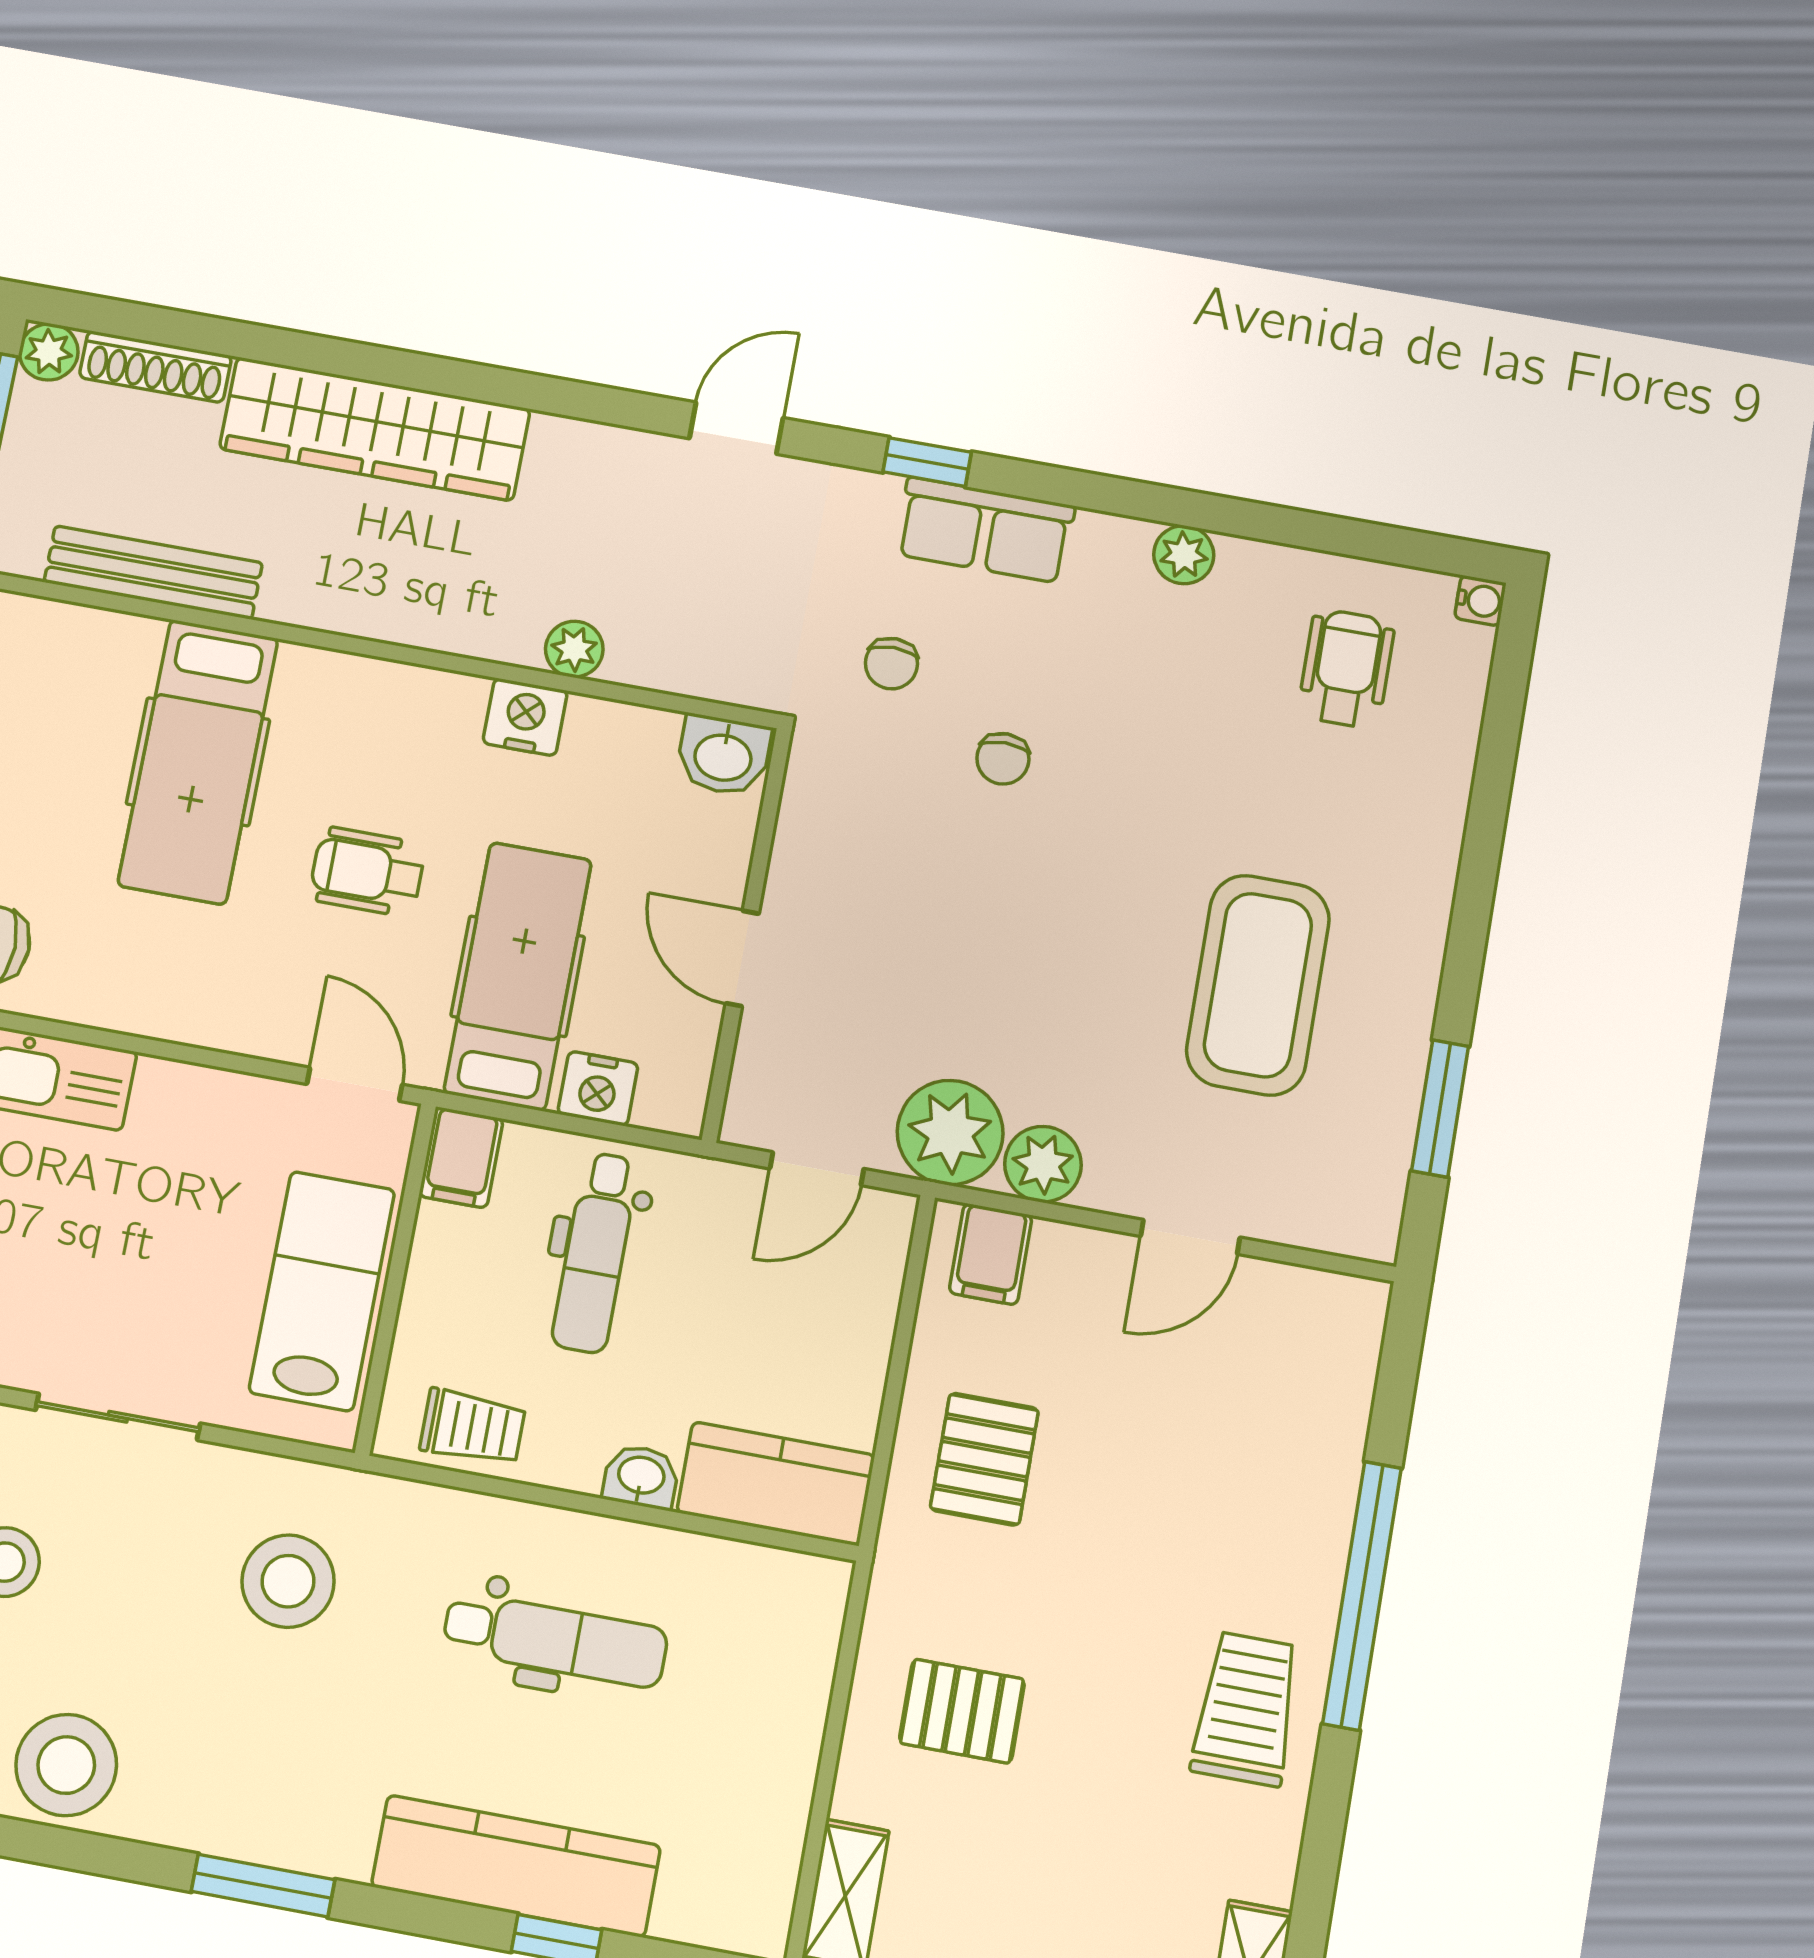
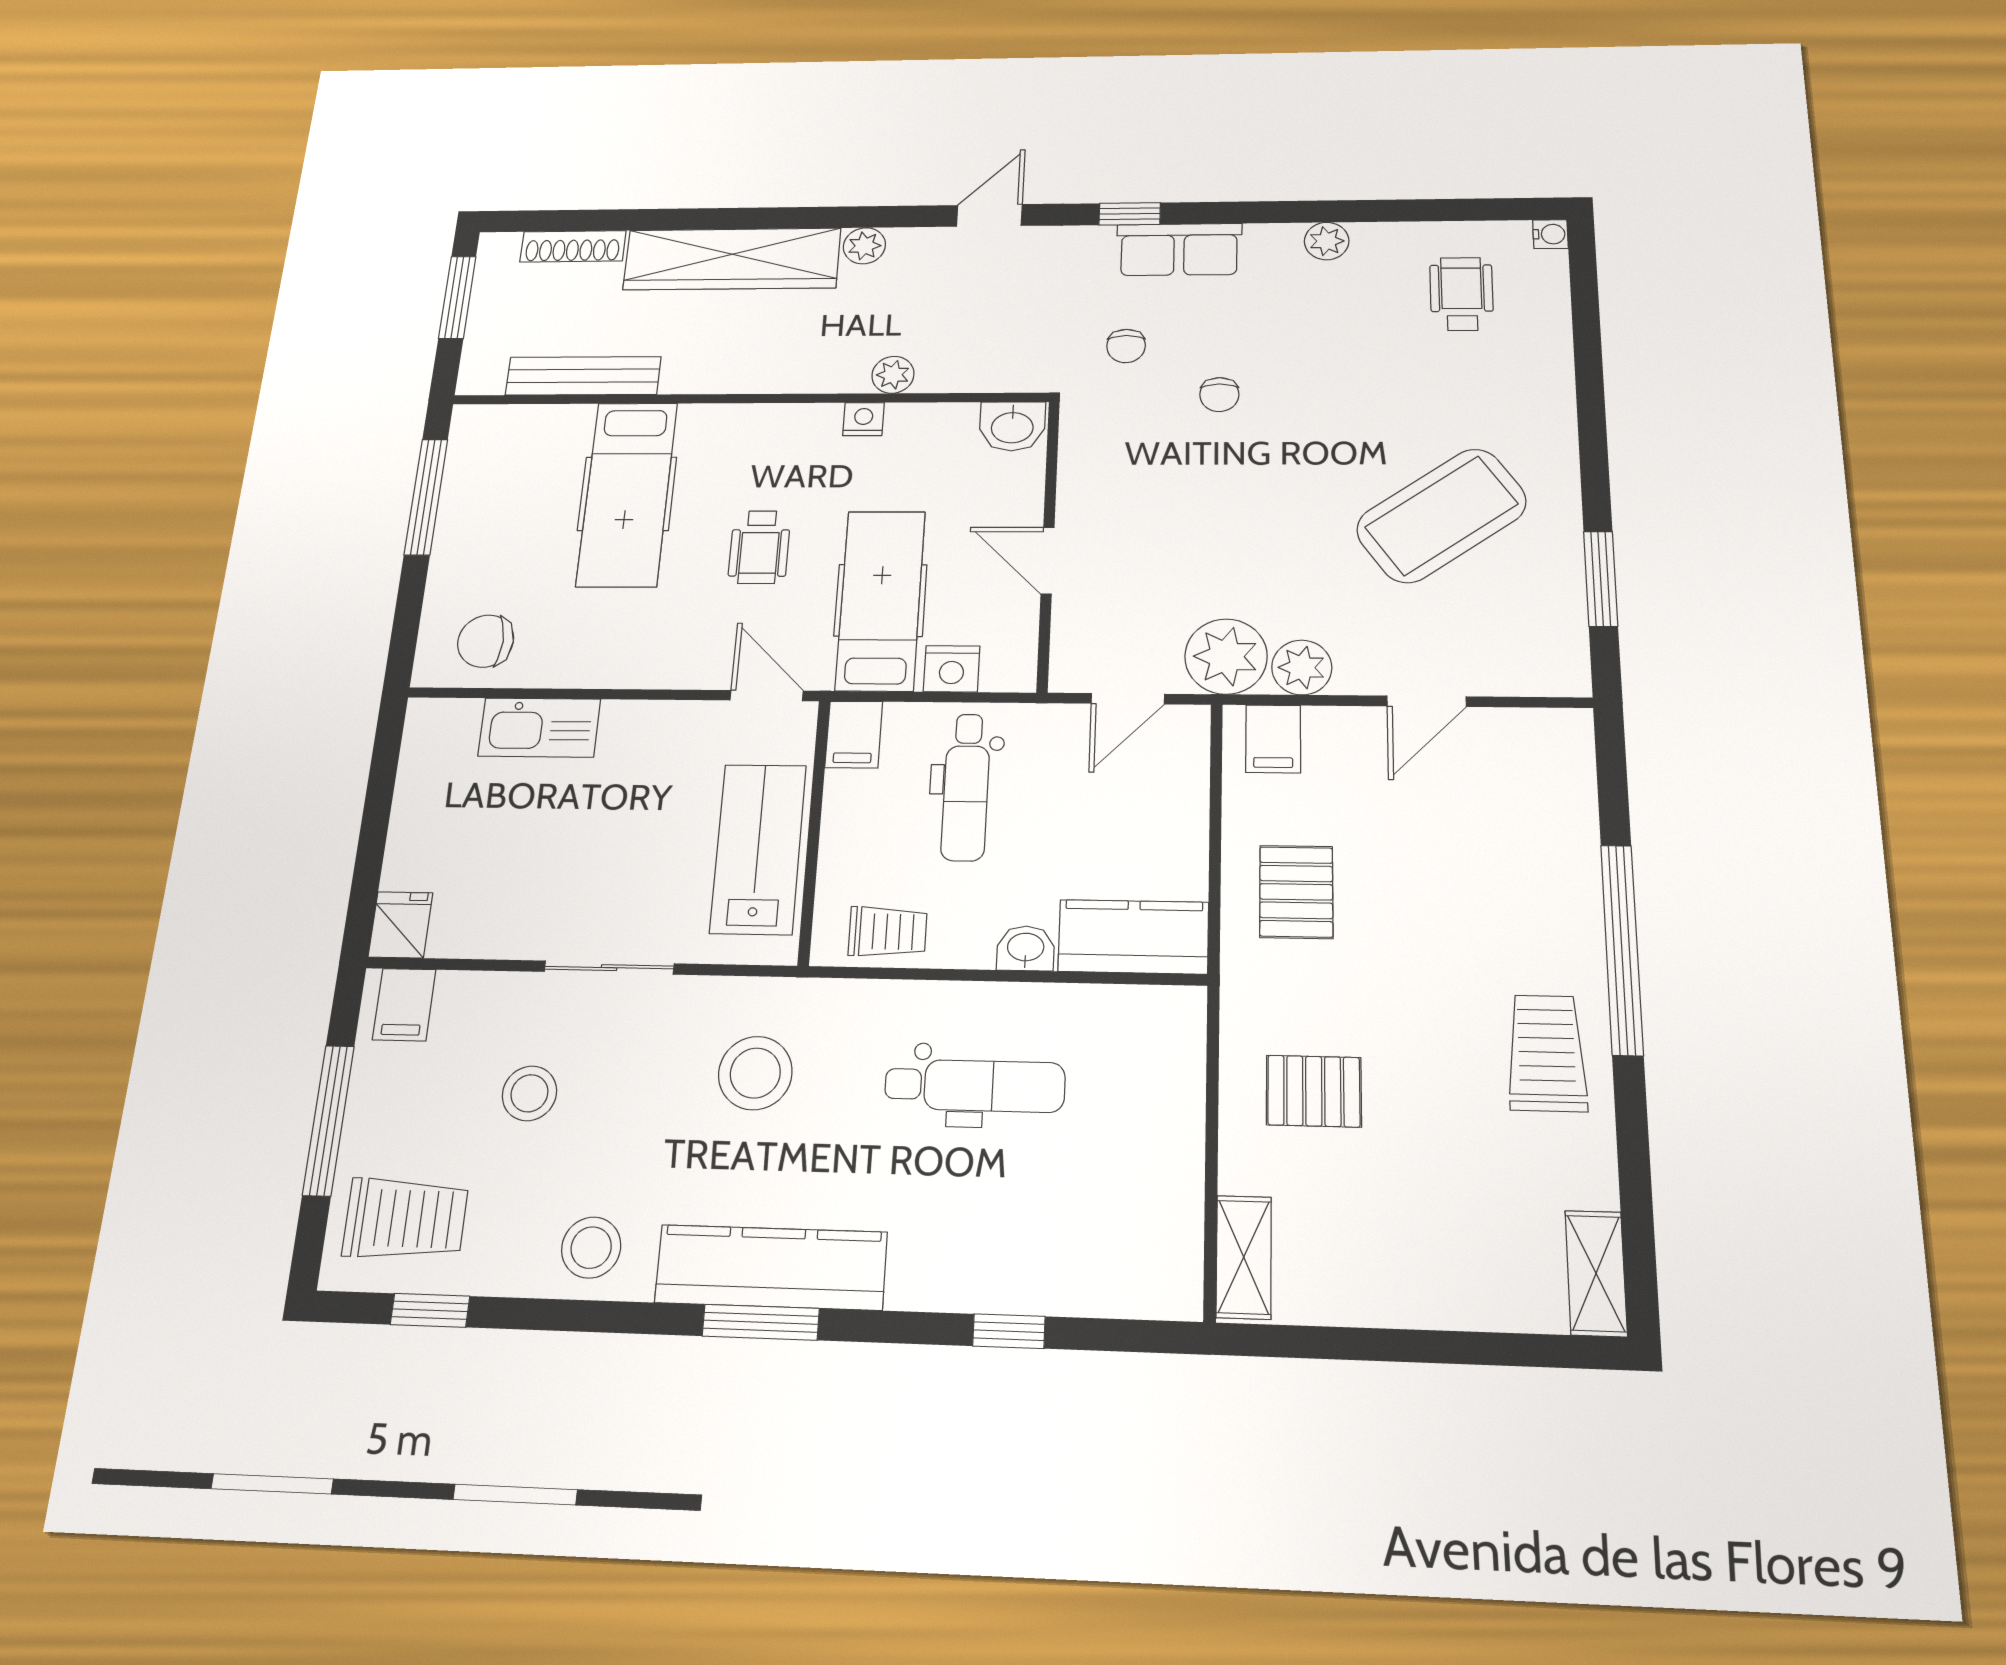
plant: (49, 352) -> (864, 246), moved
nightstand: (525, 717) -> (863, 419), width x0.72, depth x0.74
wheelchair: (367, 872) -> (759, 547), turned -90
coffee table: (1258, 985) -> (1441, 516), turned 55
stool: (66, 1765) -> (591, 1248), width x0.73, depth x0.73
kitchen counter: (516, 1866) -> (771, 1267), moved

